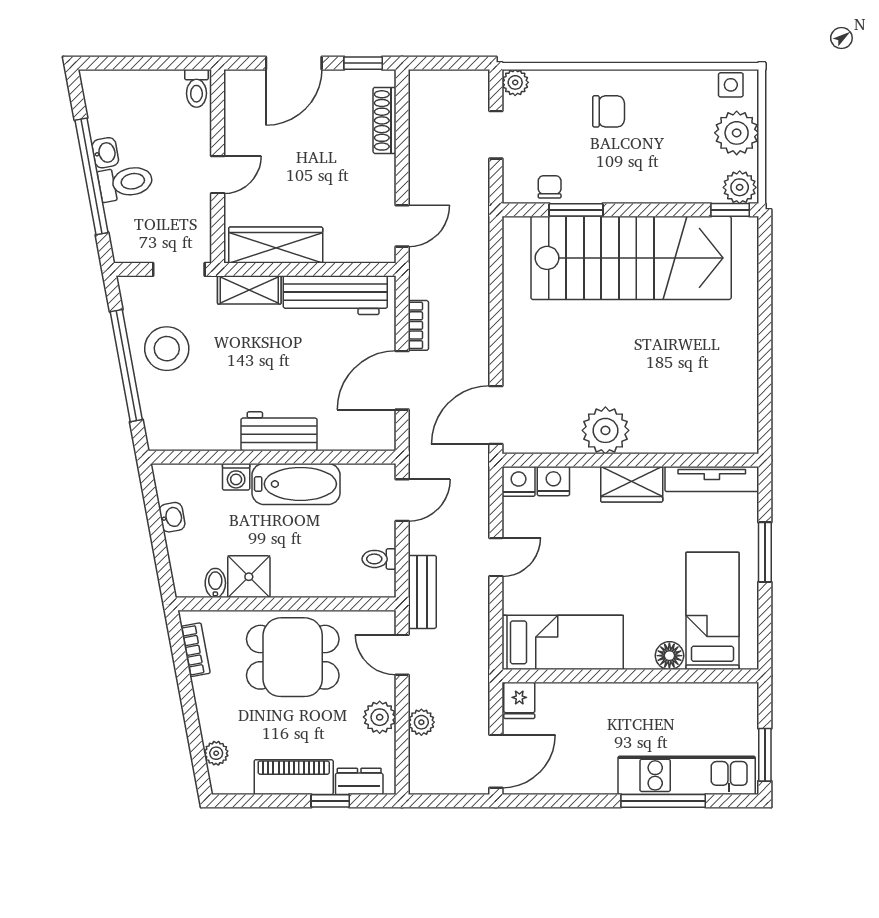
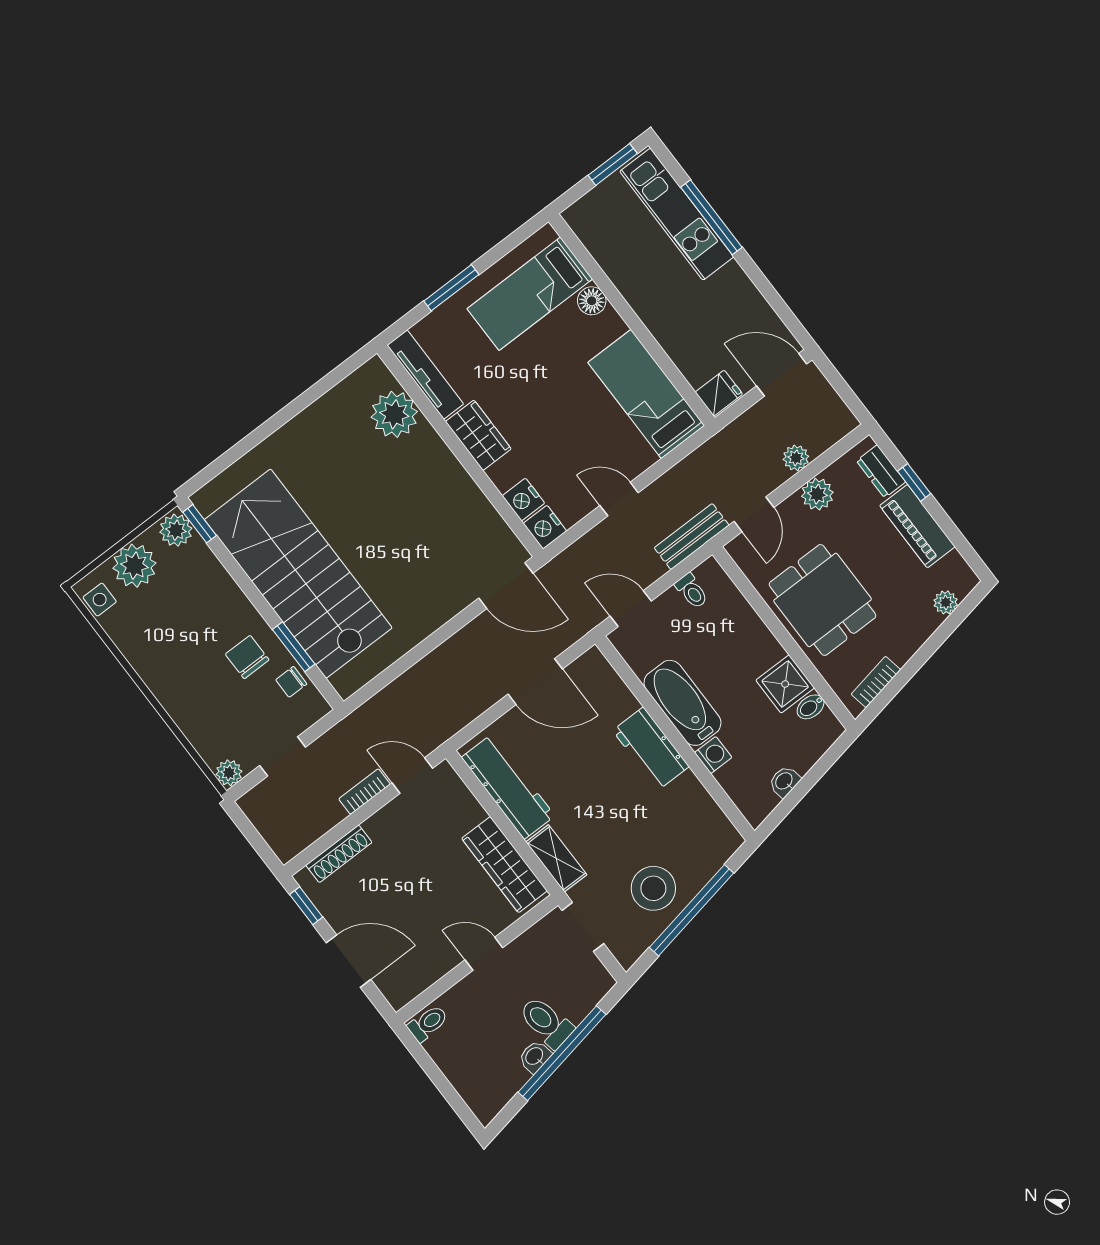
chair: (609, 111) -> (247, 657), moved
bookcase: (418, 325) -> (365, 792), moved
plant: (605, 430) -> (394, 414), moved

